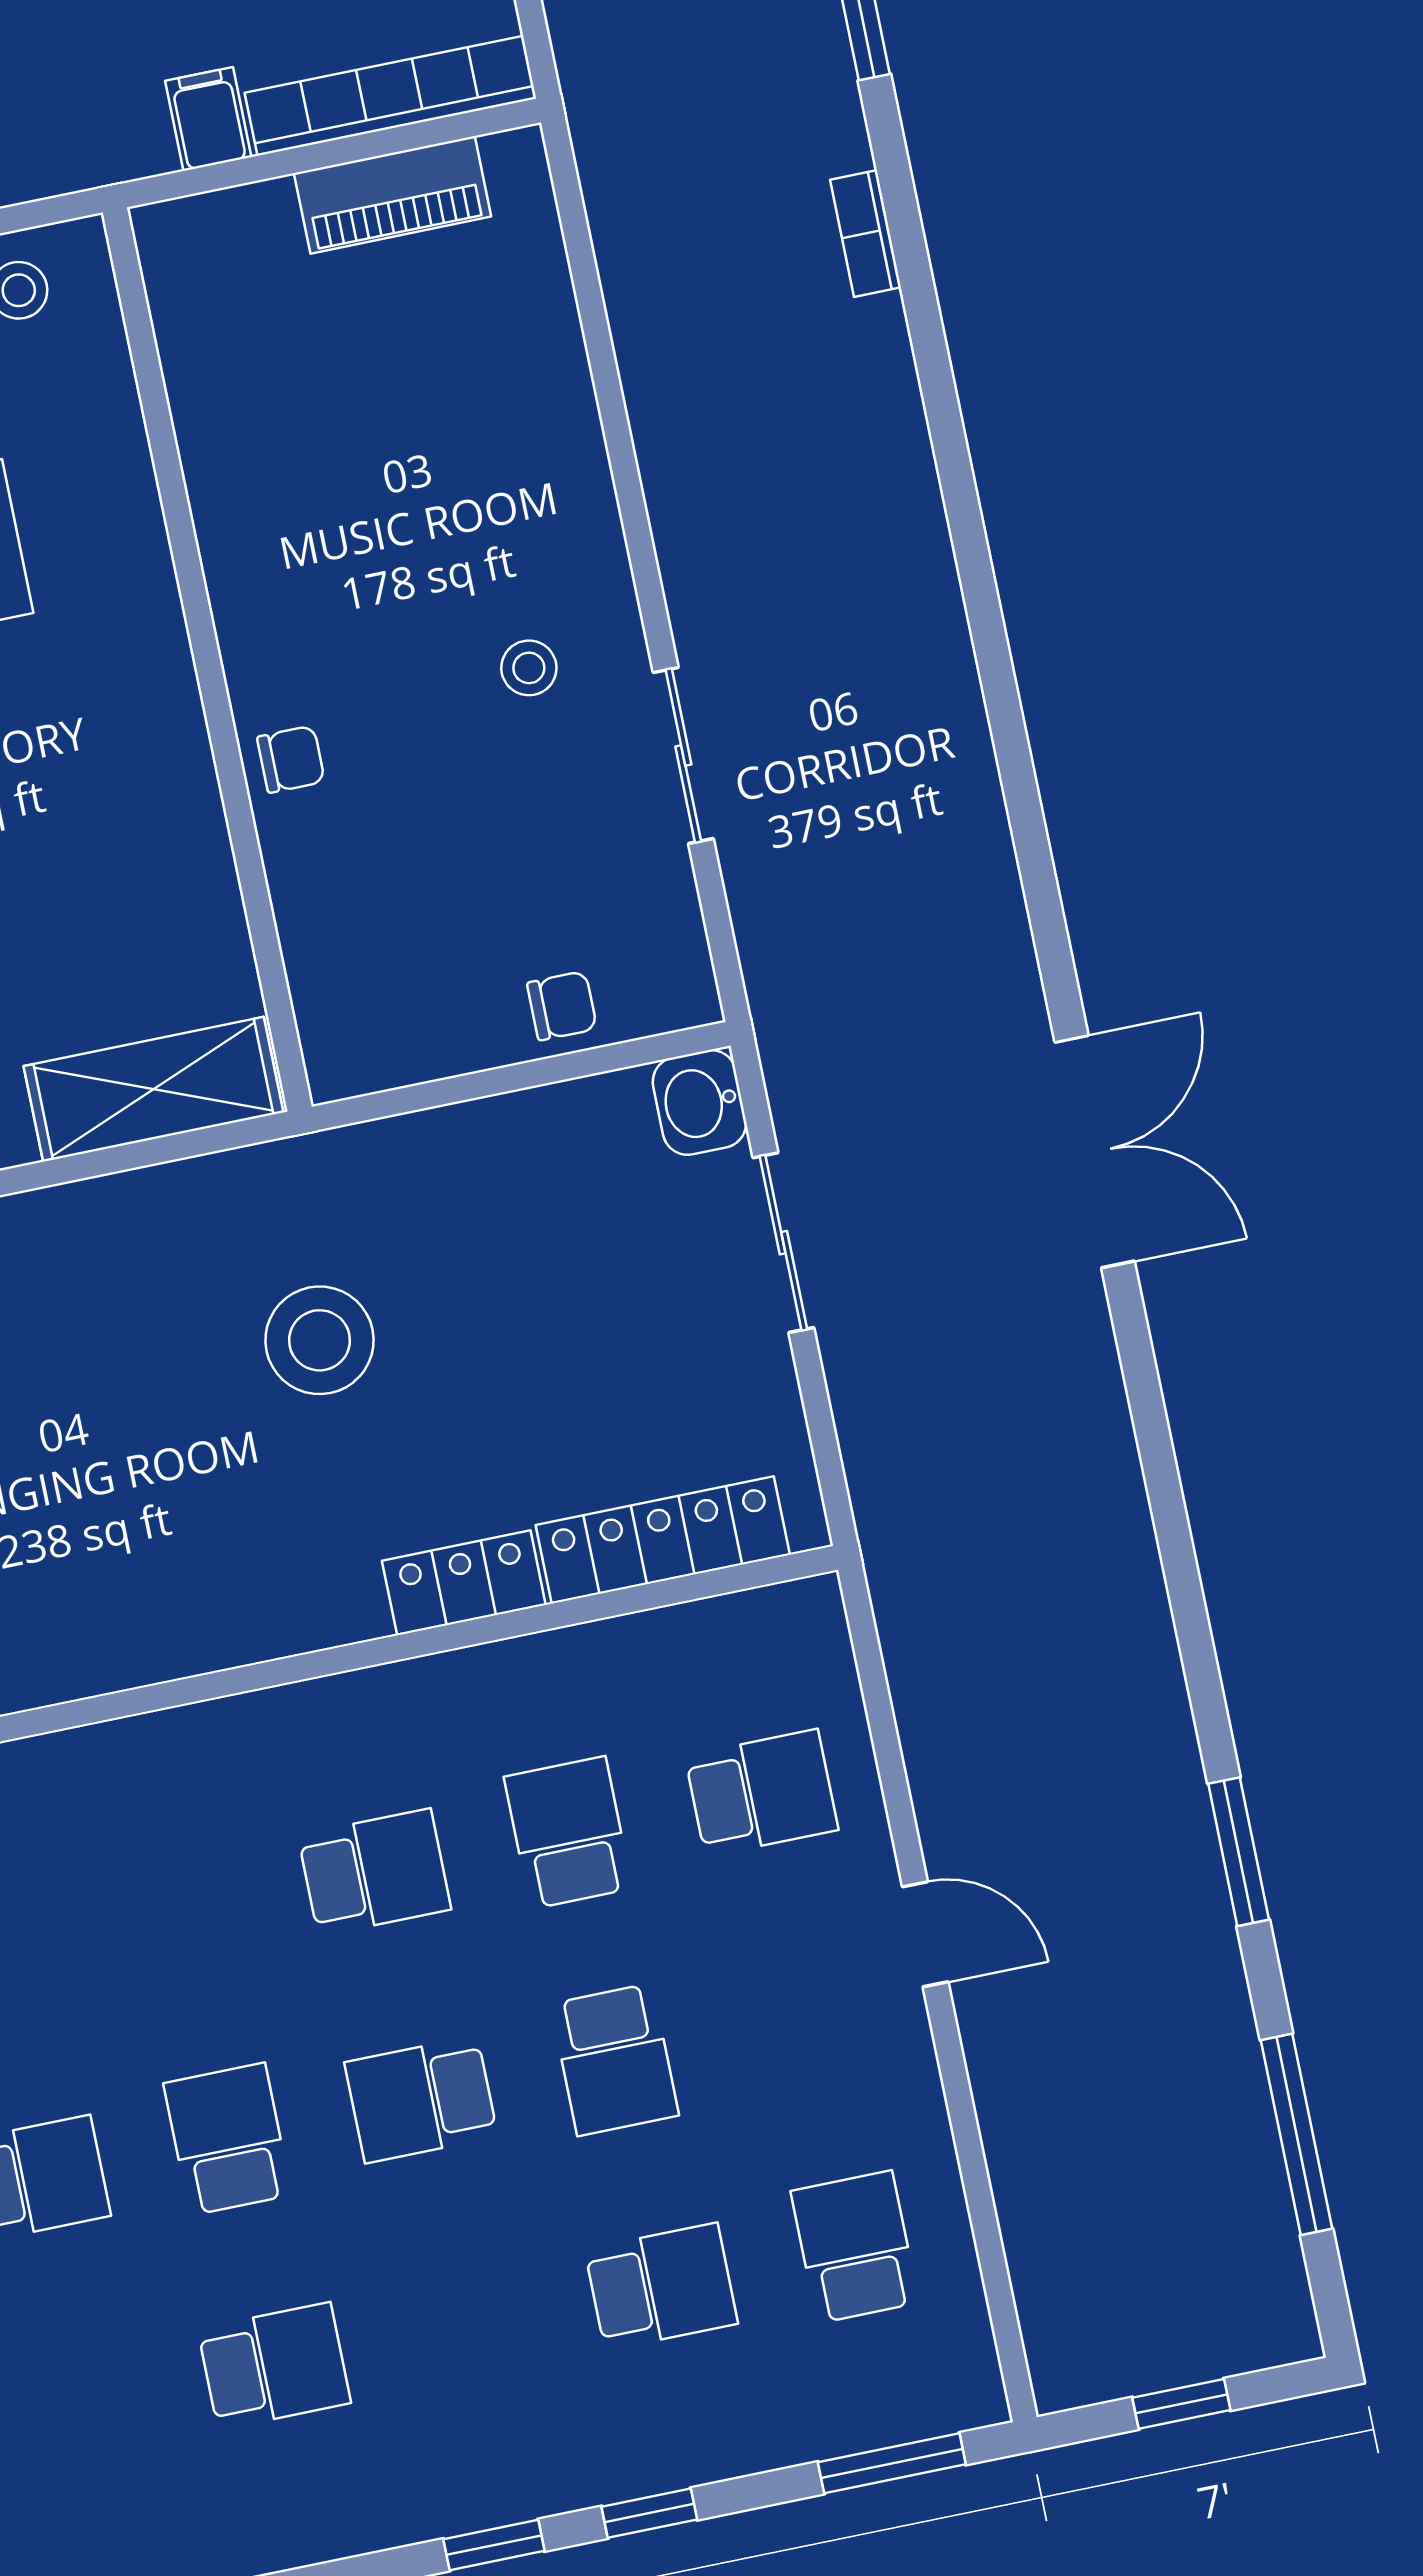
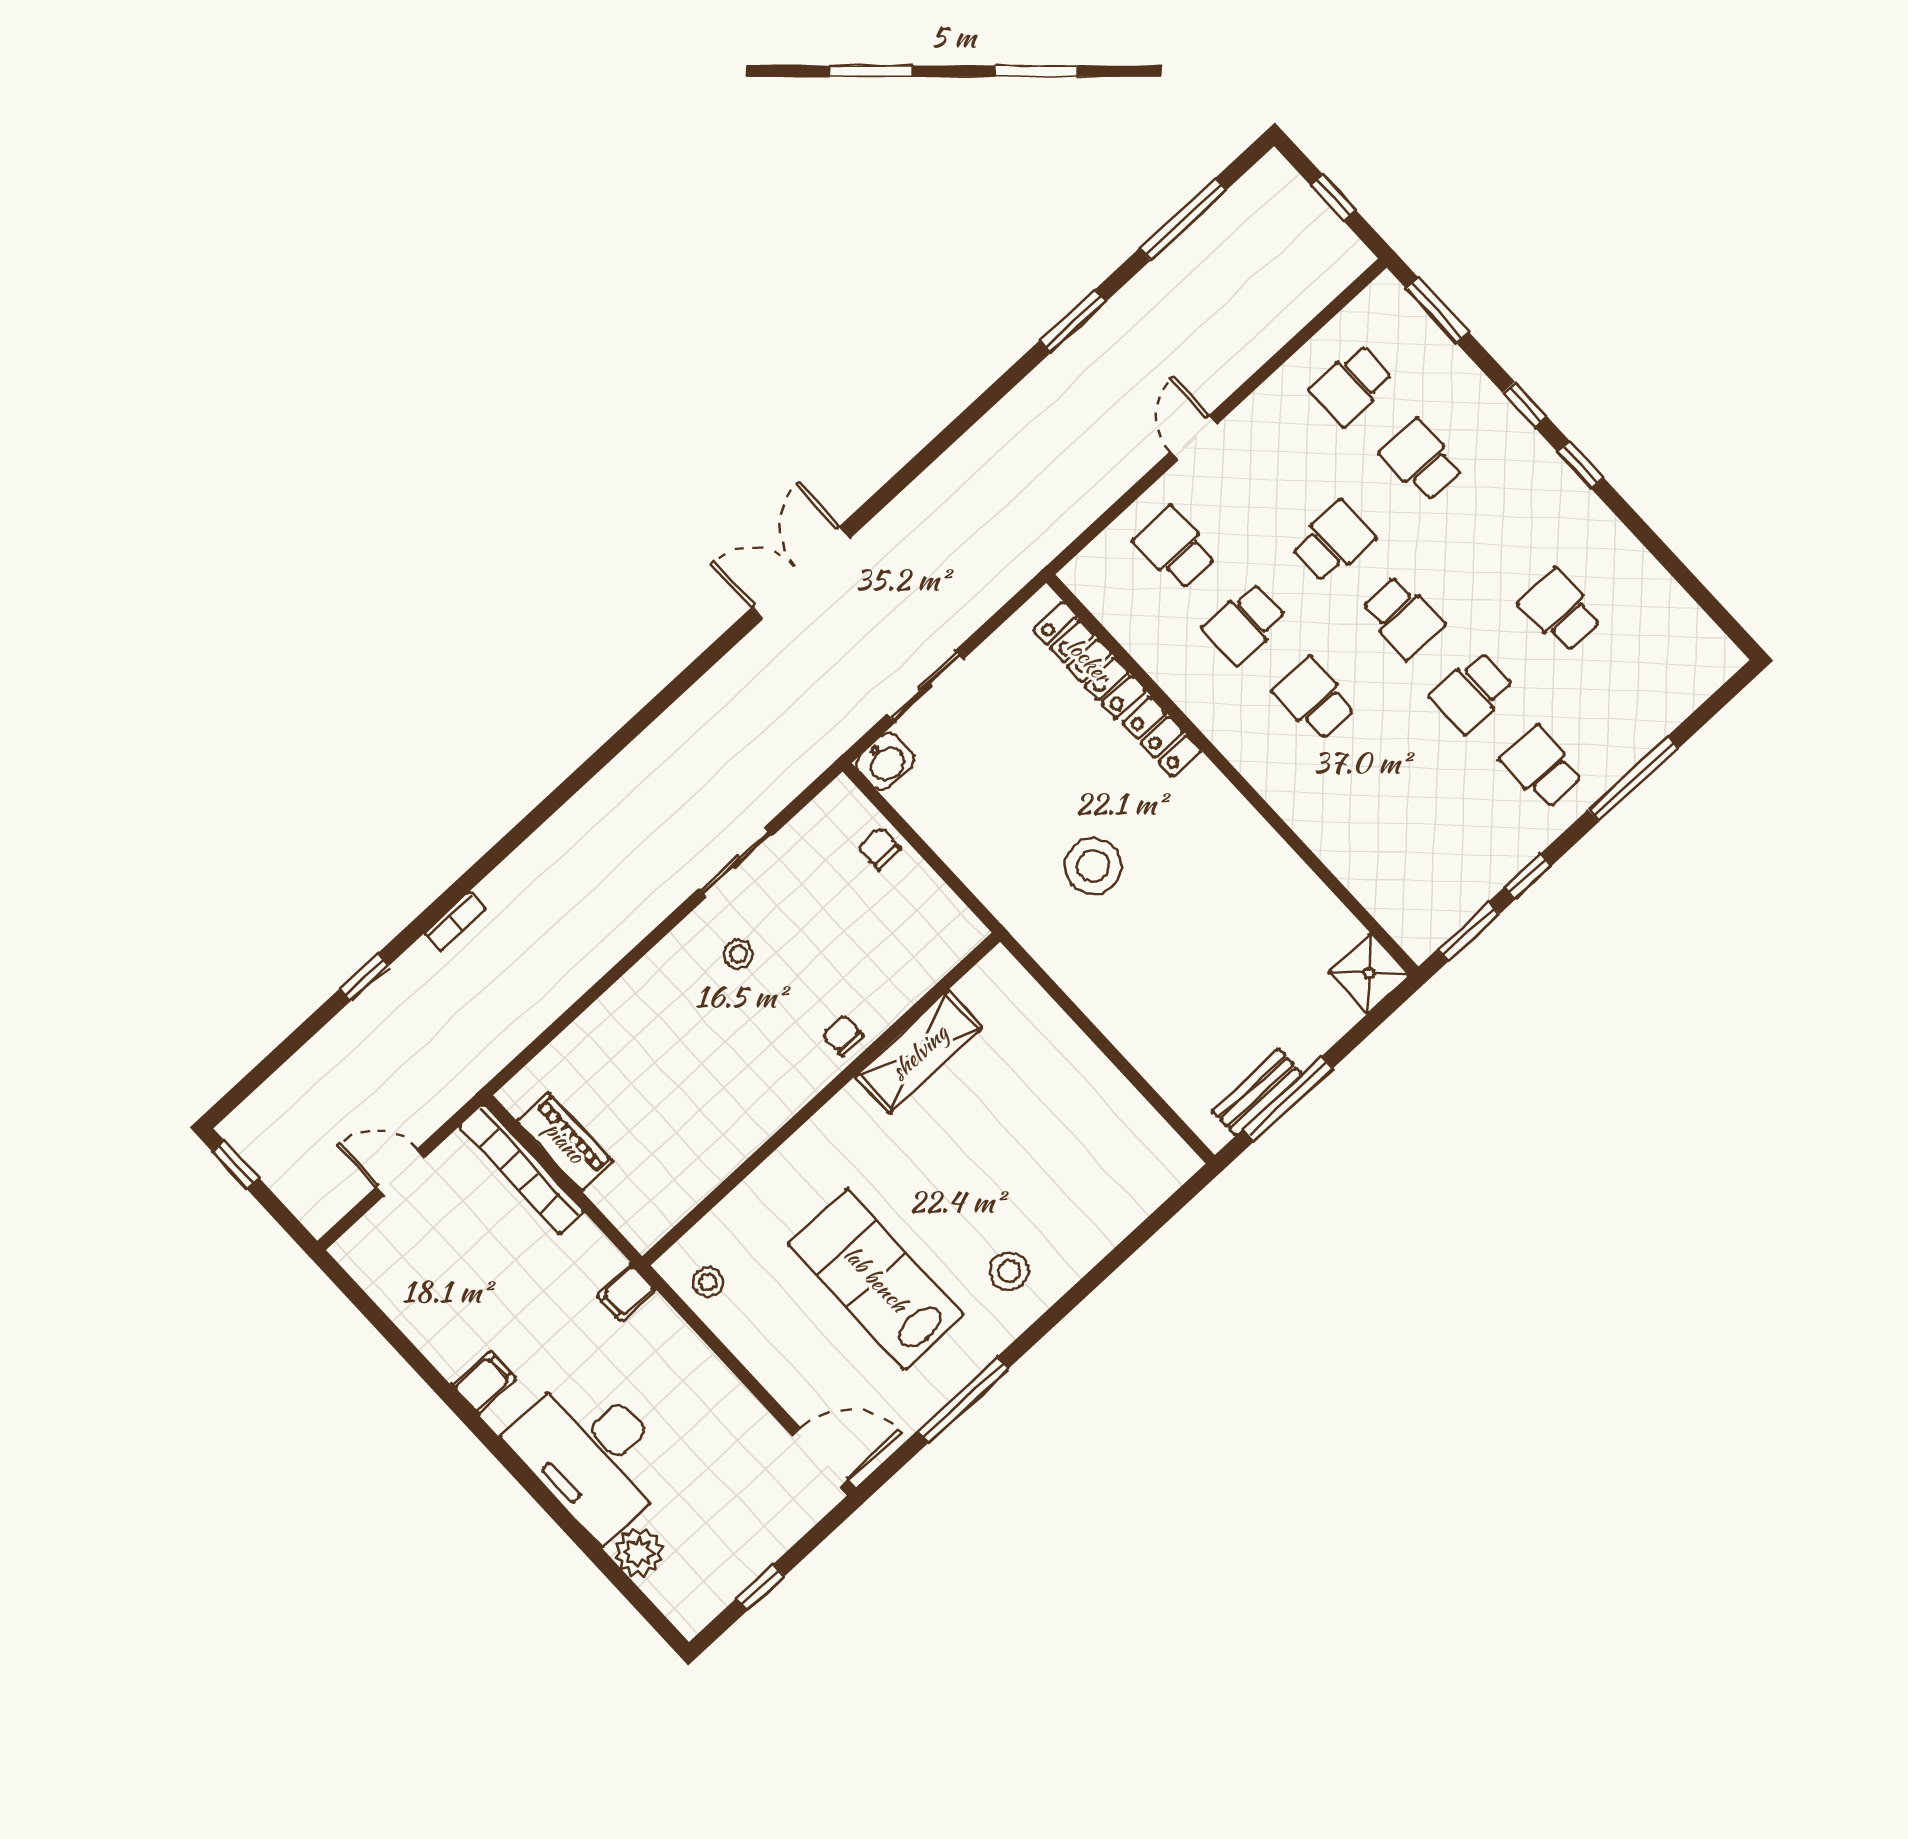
filing cabinet: (208, 119) -> (626, 1293), moved
shelving: (153, 1089) -> (919, 1052), moved, turned 90

